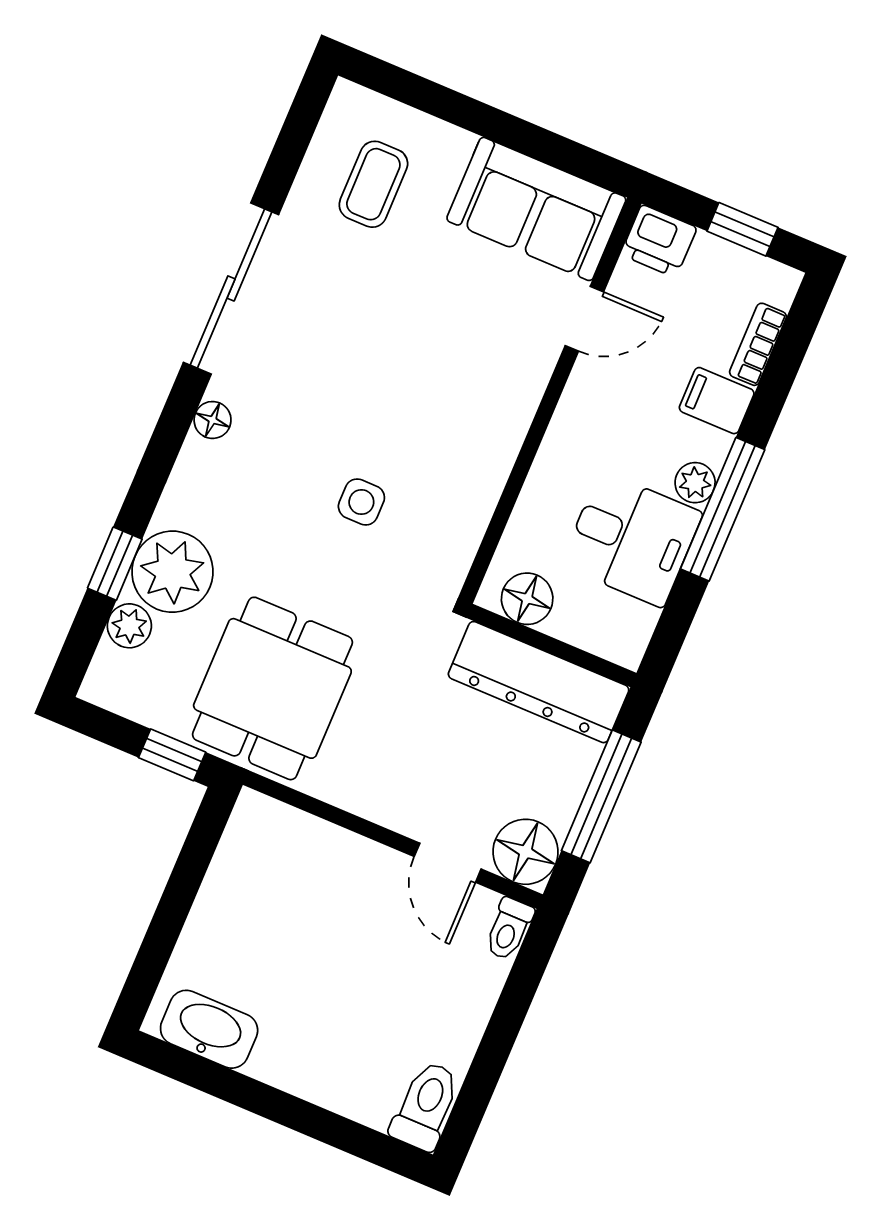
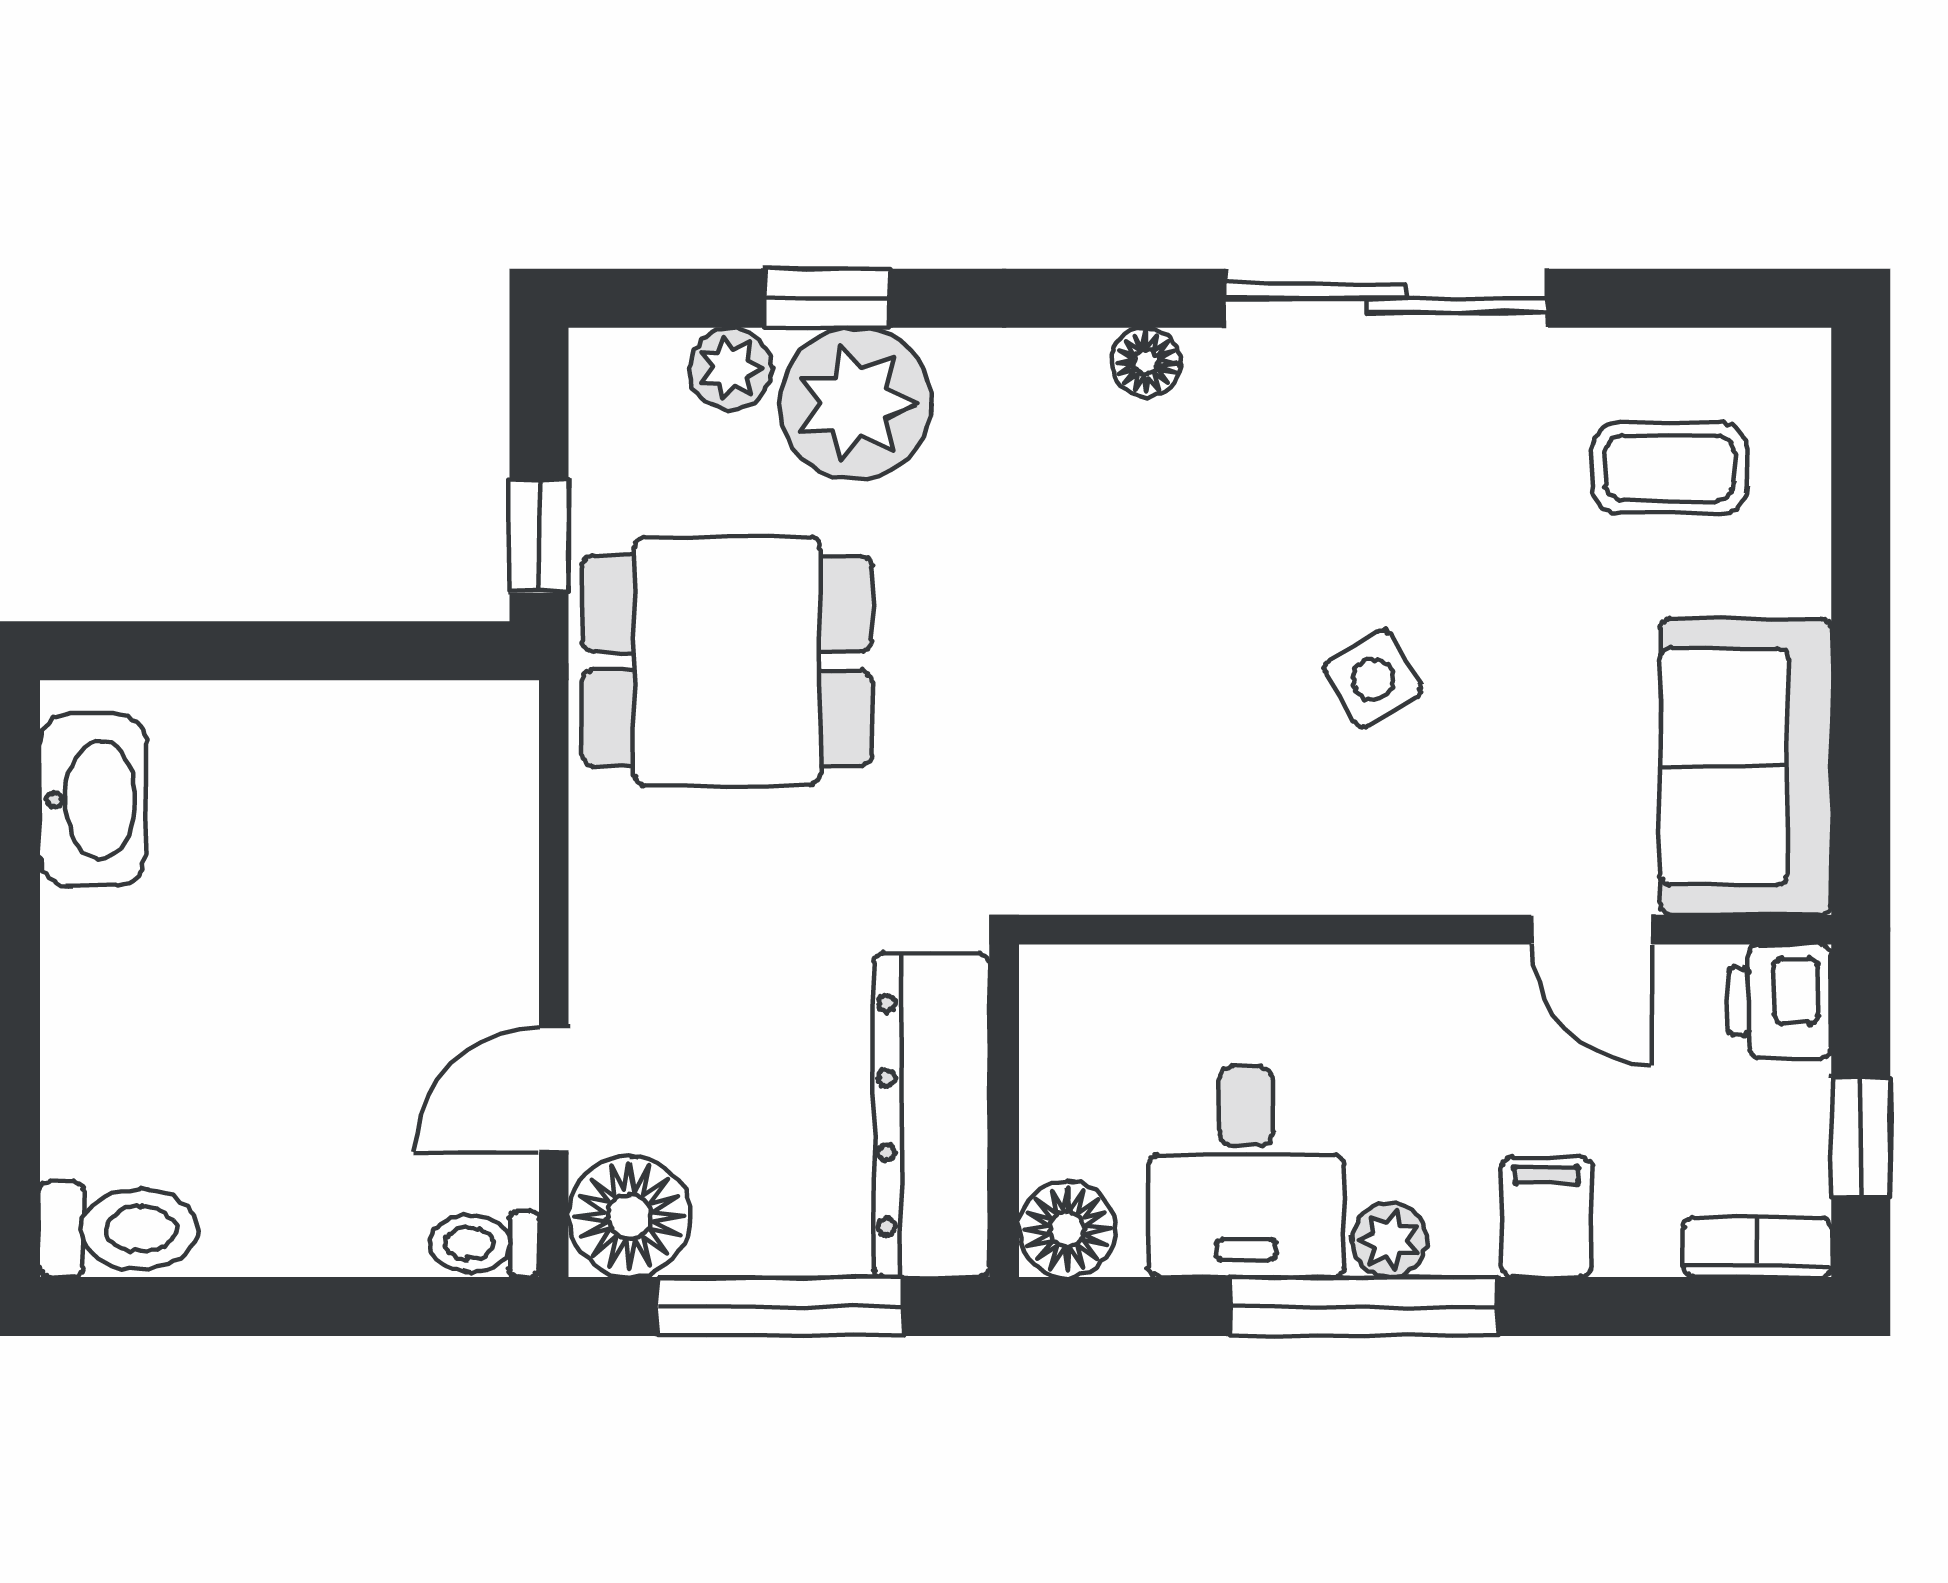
bookcase: (758, 344) -> (1757, 1248), moved
side table: (361, 502) -> (1373, 679), moved, turned -30
floor lamp: (527, 599) -> (1067, 1229), moved

